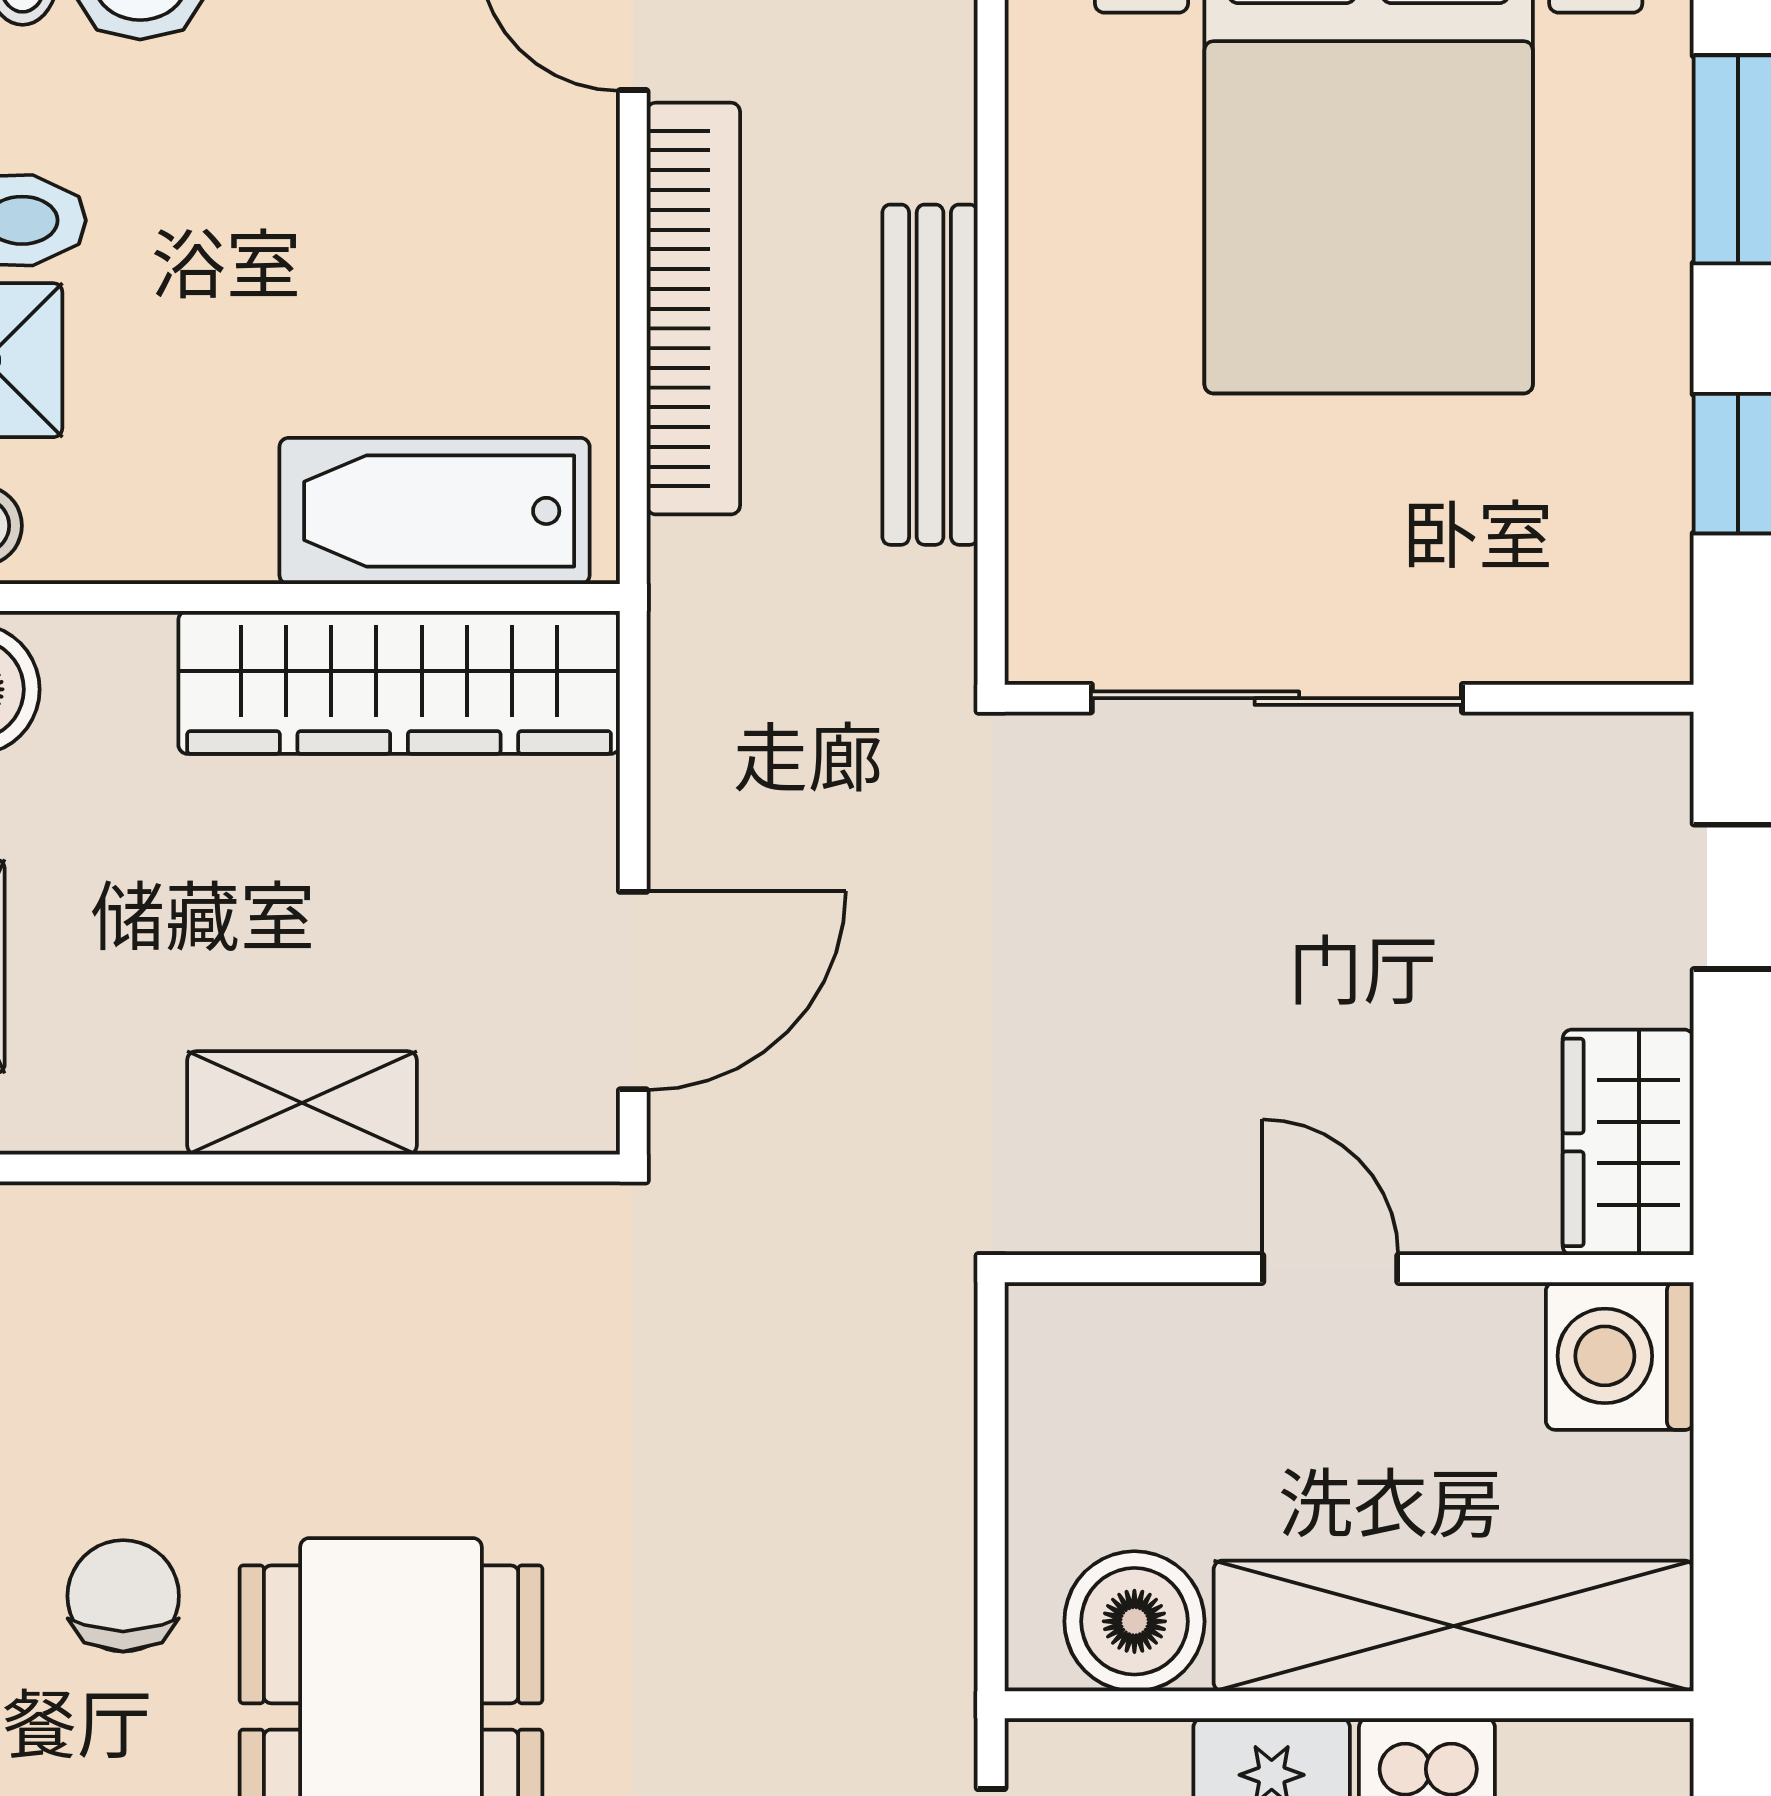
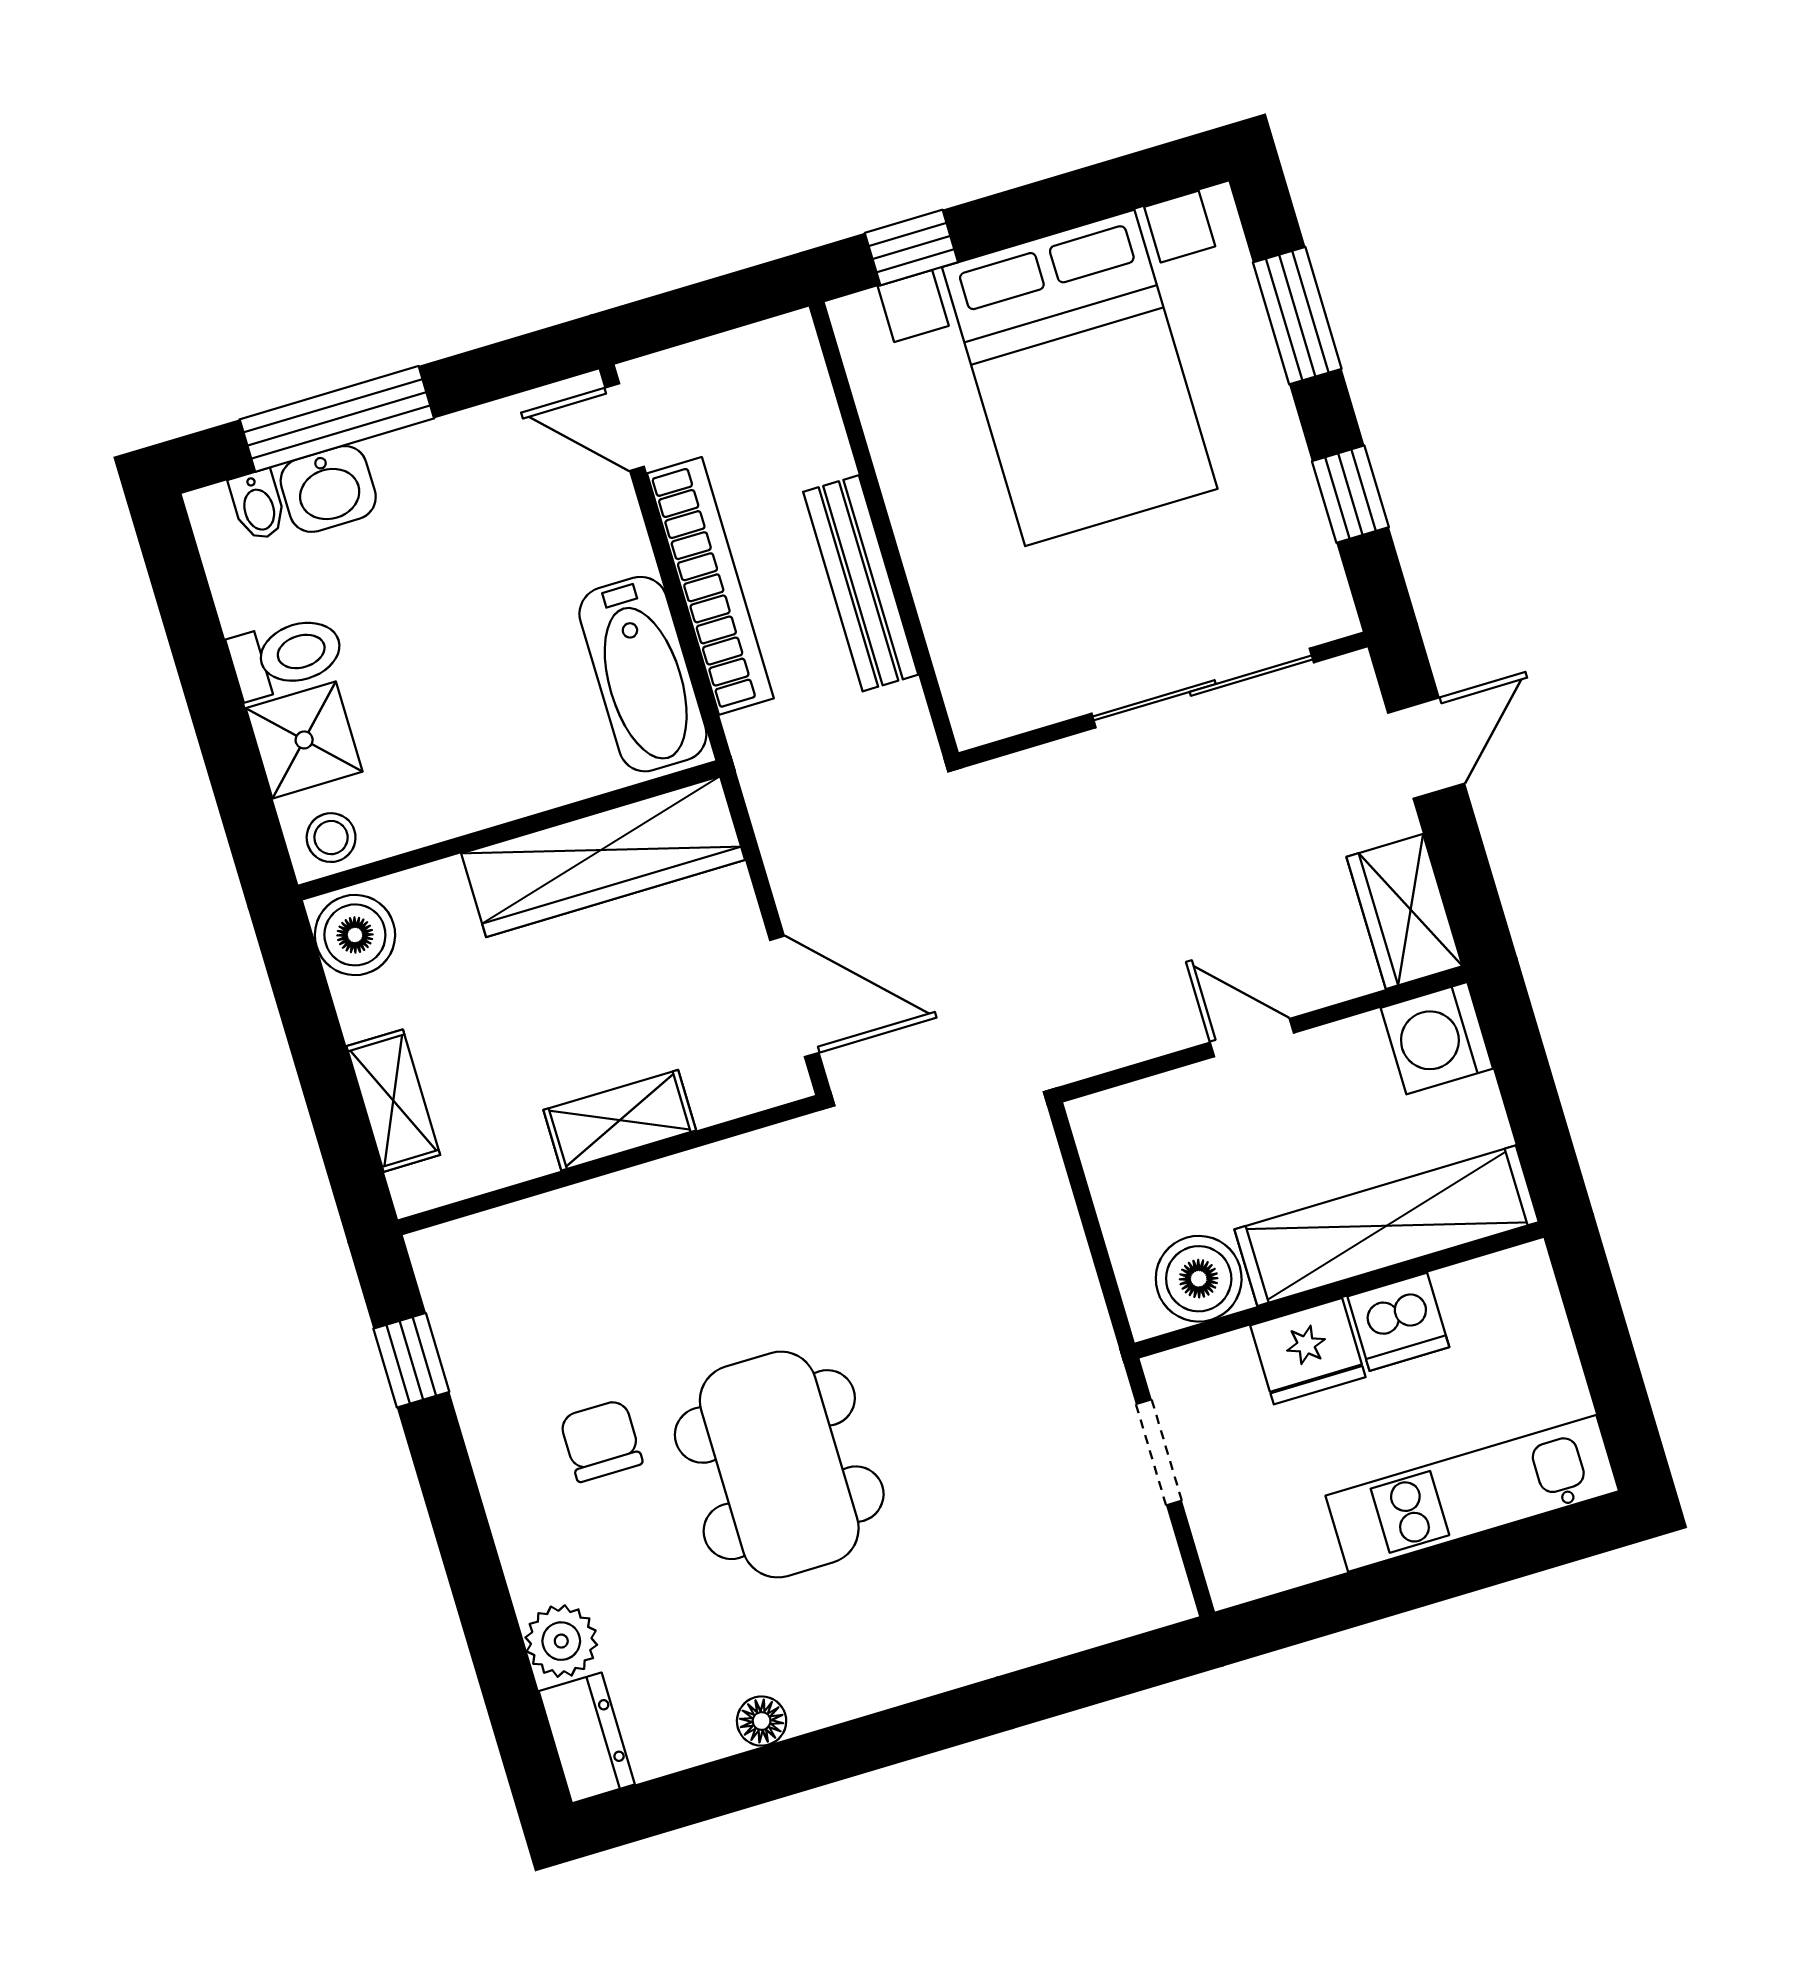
bathtub: (435, 511) -> (643, 674), moved, turned -90
sliding door: (1277, 698) -> (1203, 688), moved
door: (633, 991) -> (794, 996), hinge flipped

